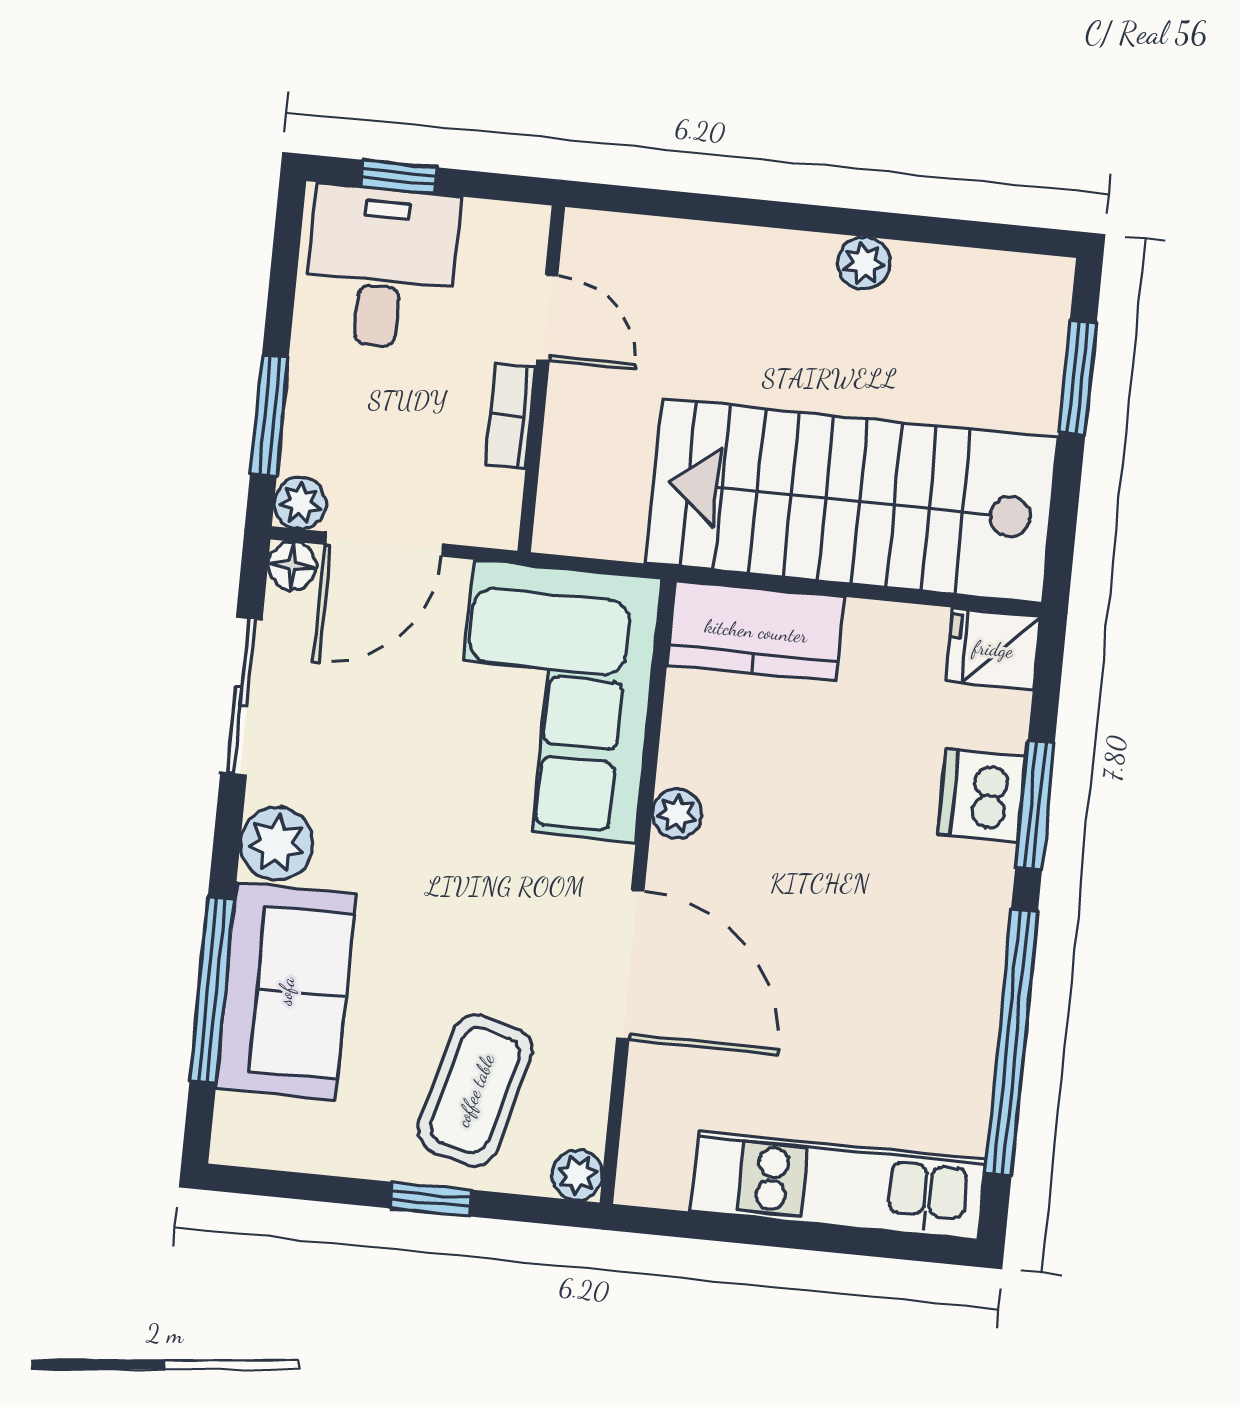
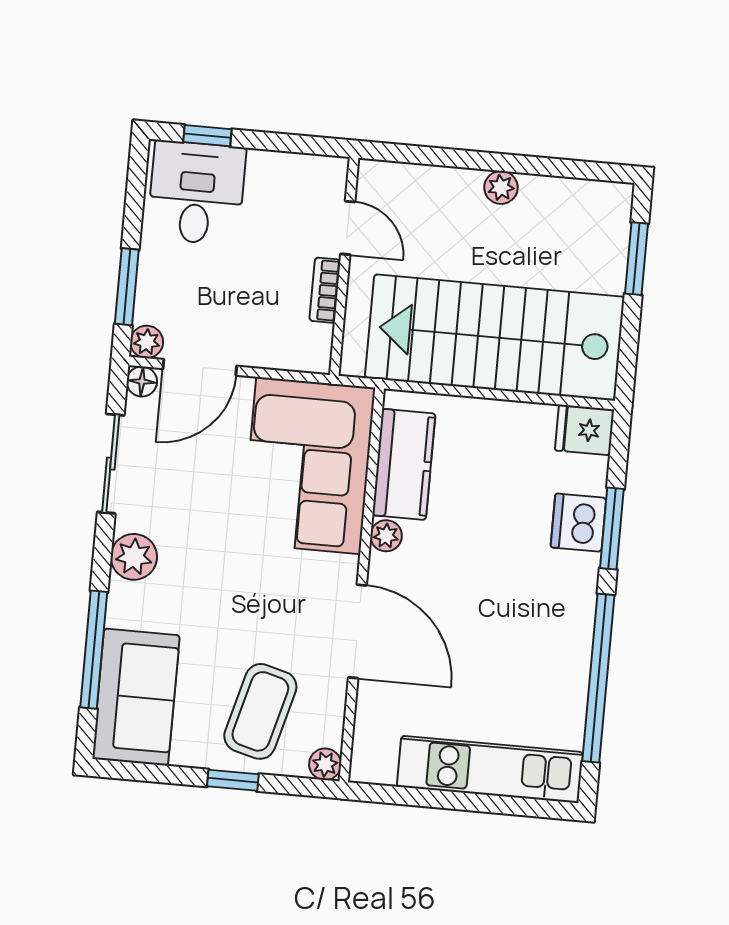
door: (547, 318) -> (348, 228), moved
wall: (541, 379) -> (344, 266), moved
bookcase: (510, 416) -> (325, 290), moved
kitchen counter: (756, 631) -> (404, 464), moved, turned -90
sofa: (286, 991) -> (136, 697), moved

